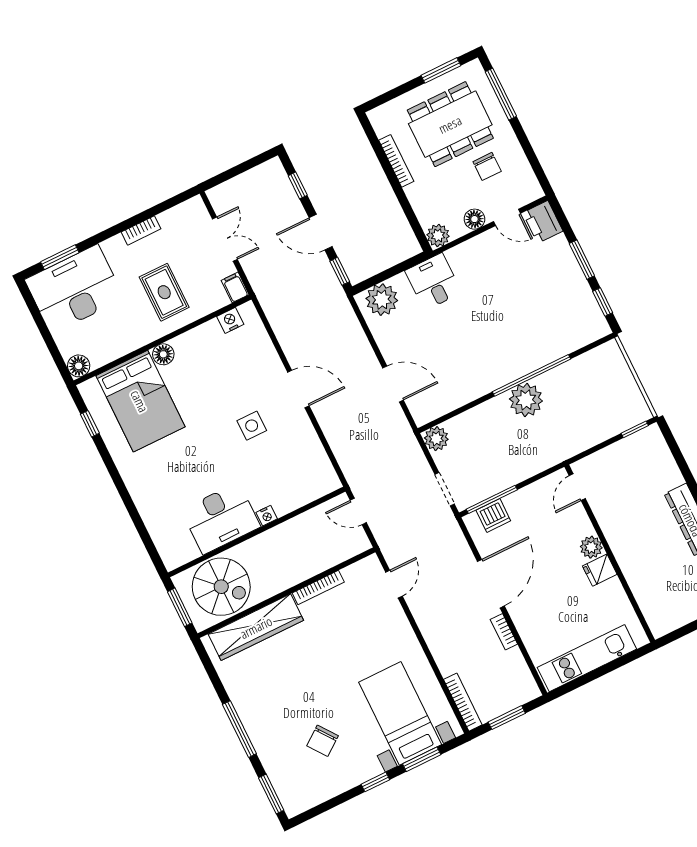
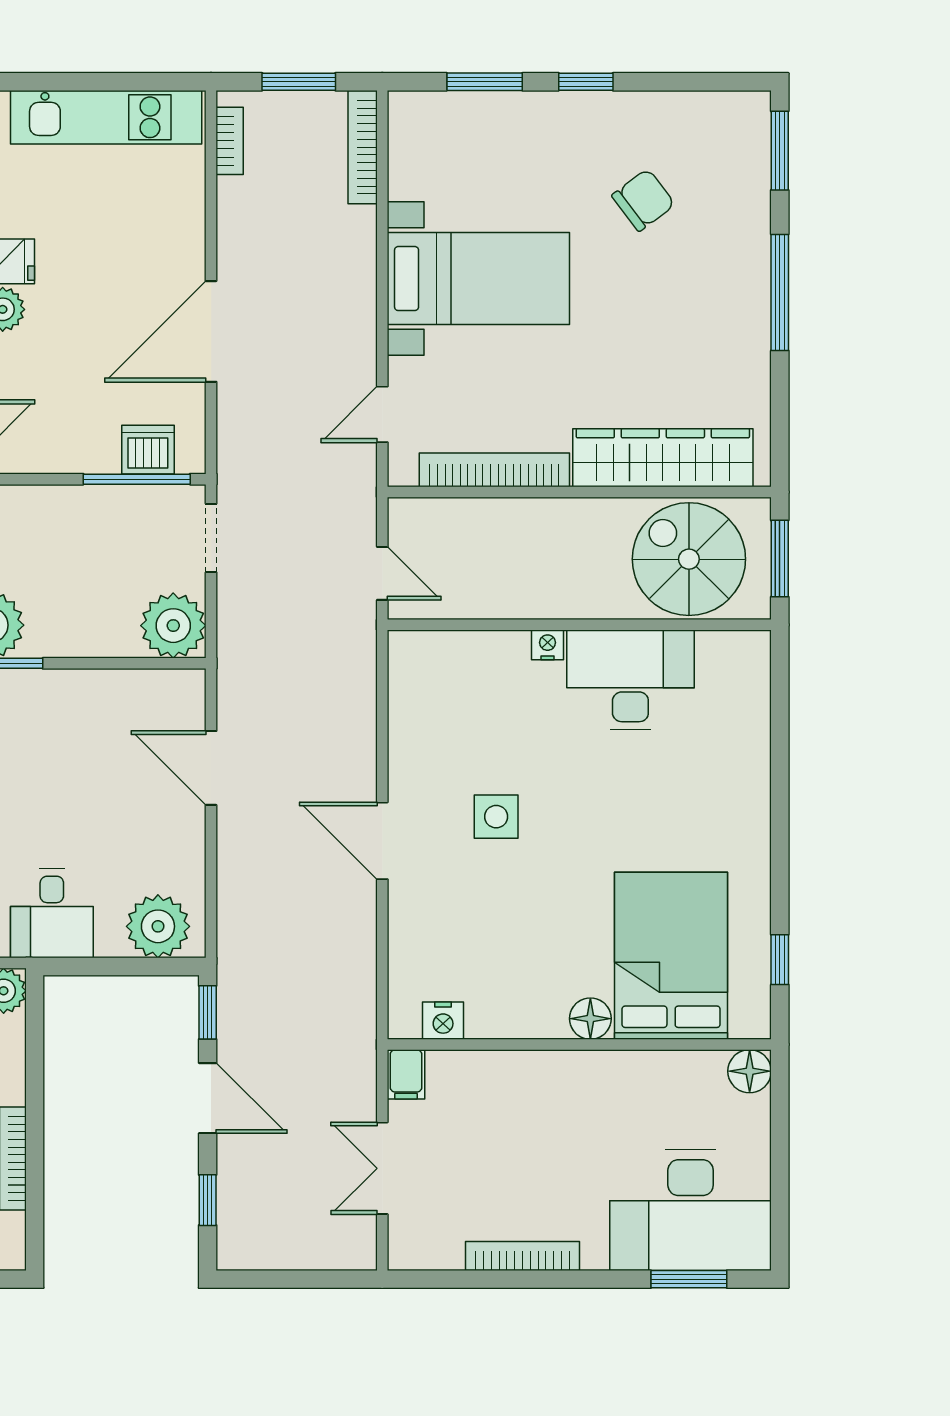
bookcase: (141, 230) -> (523, 1256), width x1.56
rug: (164, 292) -> (535, 1127), removed
plant: (436, 439) -> (173, 626), width x1.36, depth x1.36
bookcase: (318, 587) -> (494, 470), width x1.48, depth x1.31
bookcase: (504, 632) -> (230, 141), moved
bed with nightstands: (400, 713) -> (478, 279), moved, turned -90

